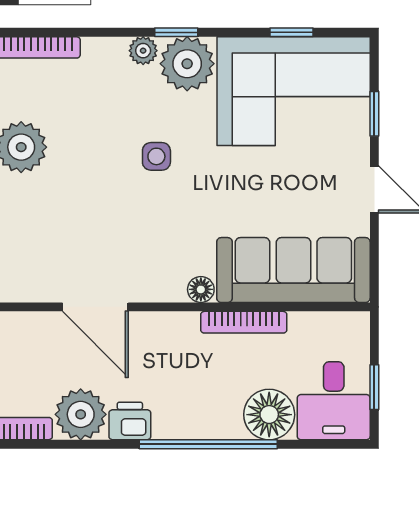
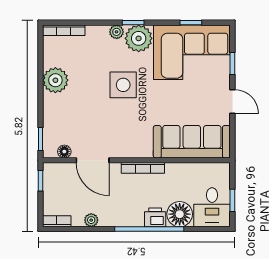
side table: (156, 156) -> (123, 85), width x1.87, depth x1.87
floor lamp: (201, 289) -> (64, 152), moved
bookcase: (244, 322) -> (143, 168), moved
plant: (81, 414) -> (91, 220), width x0.53, depth x0.53
printer: (130, 421) -> (155, 217), moved

